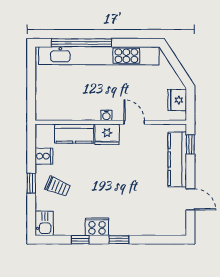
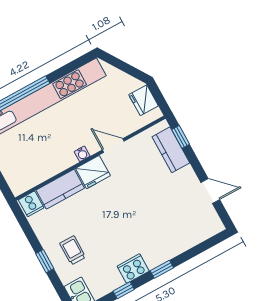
cooker: (44, 156) -> (31, 204), moved, turned 90
kitchen counter: (177, 160) -> (171, 150), width x0.67
trolley: (58, 187) -> (73, 250), turned -112

